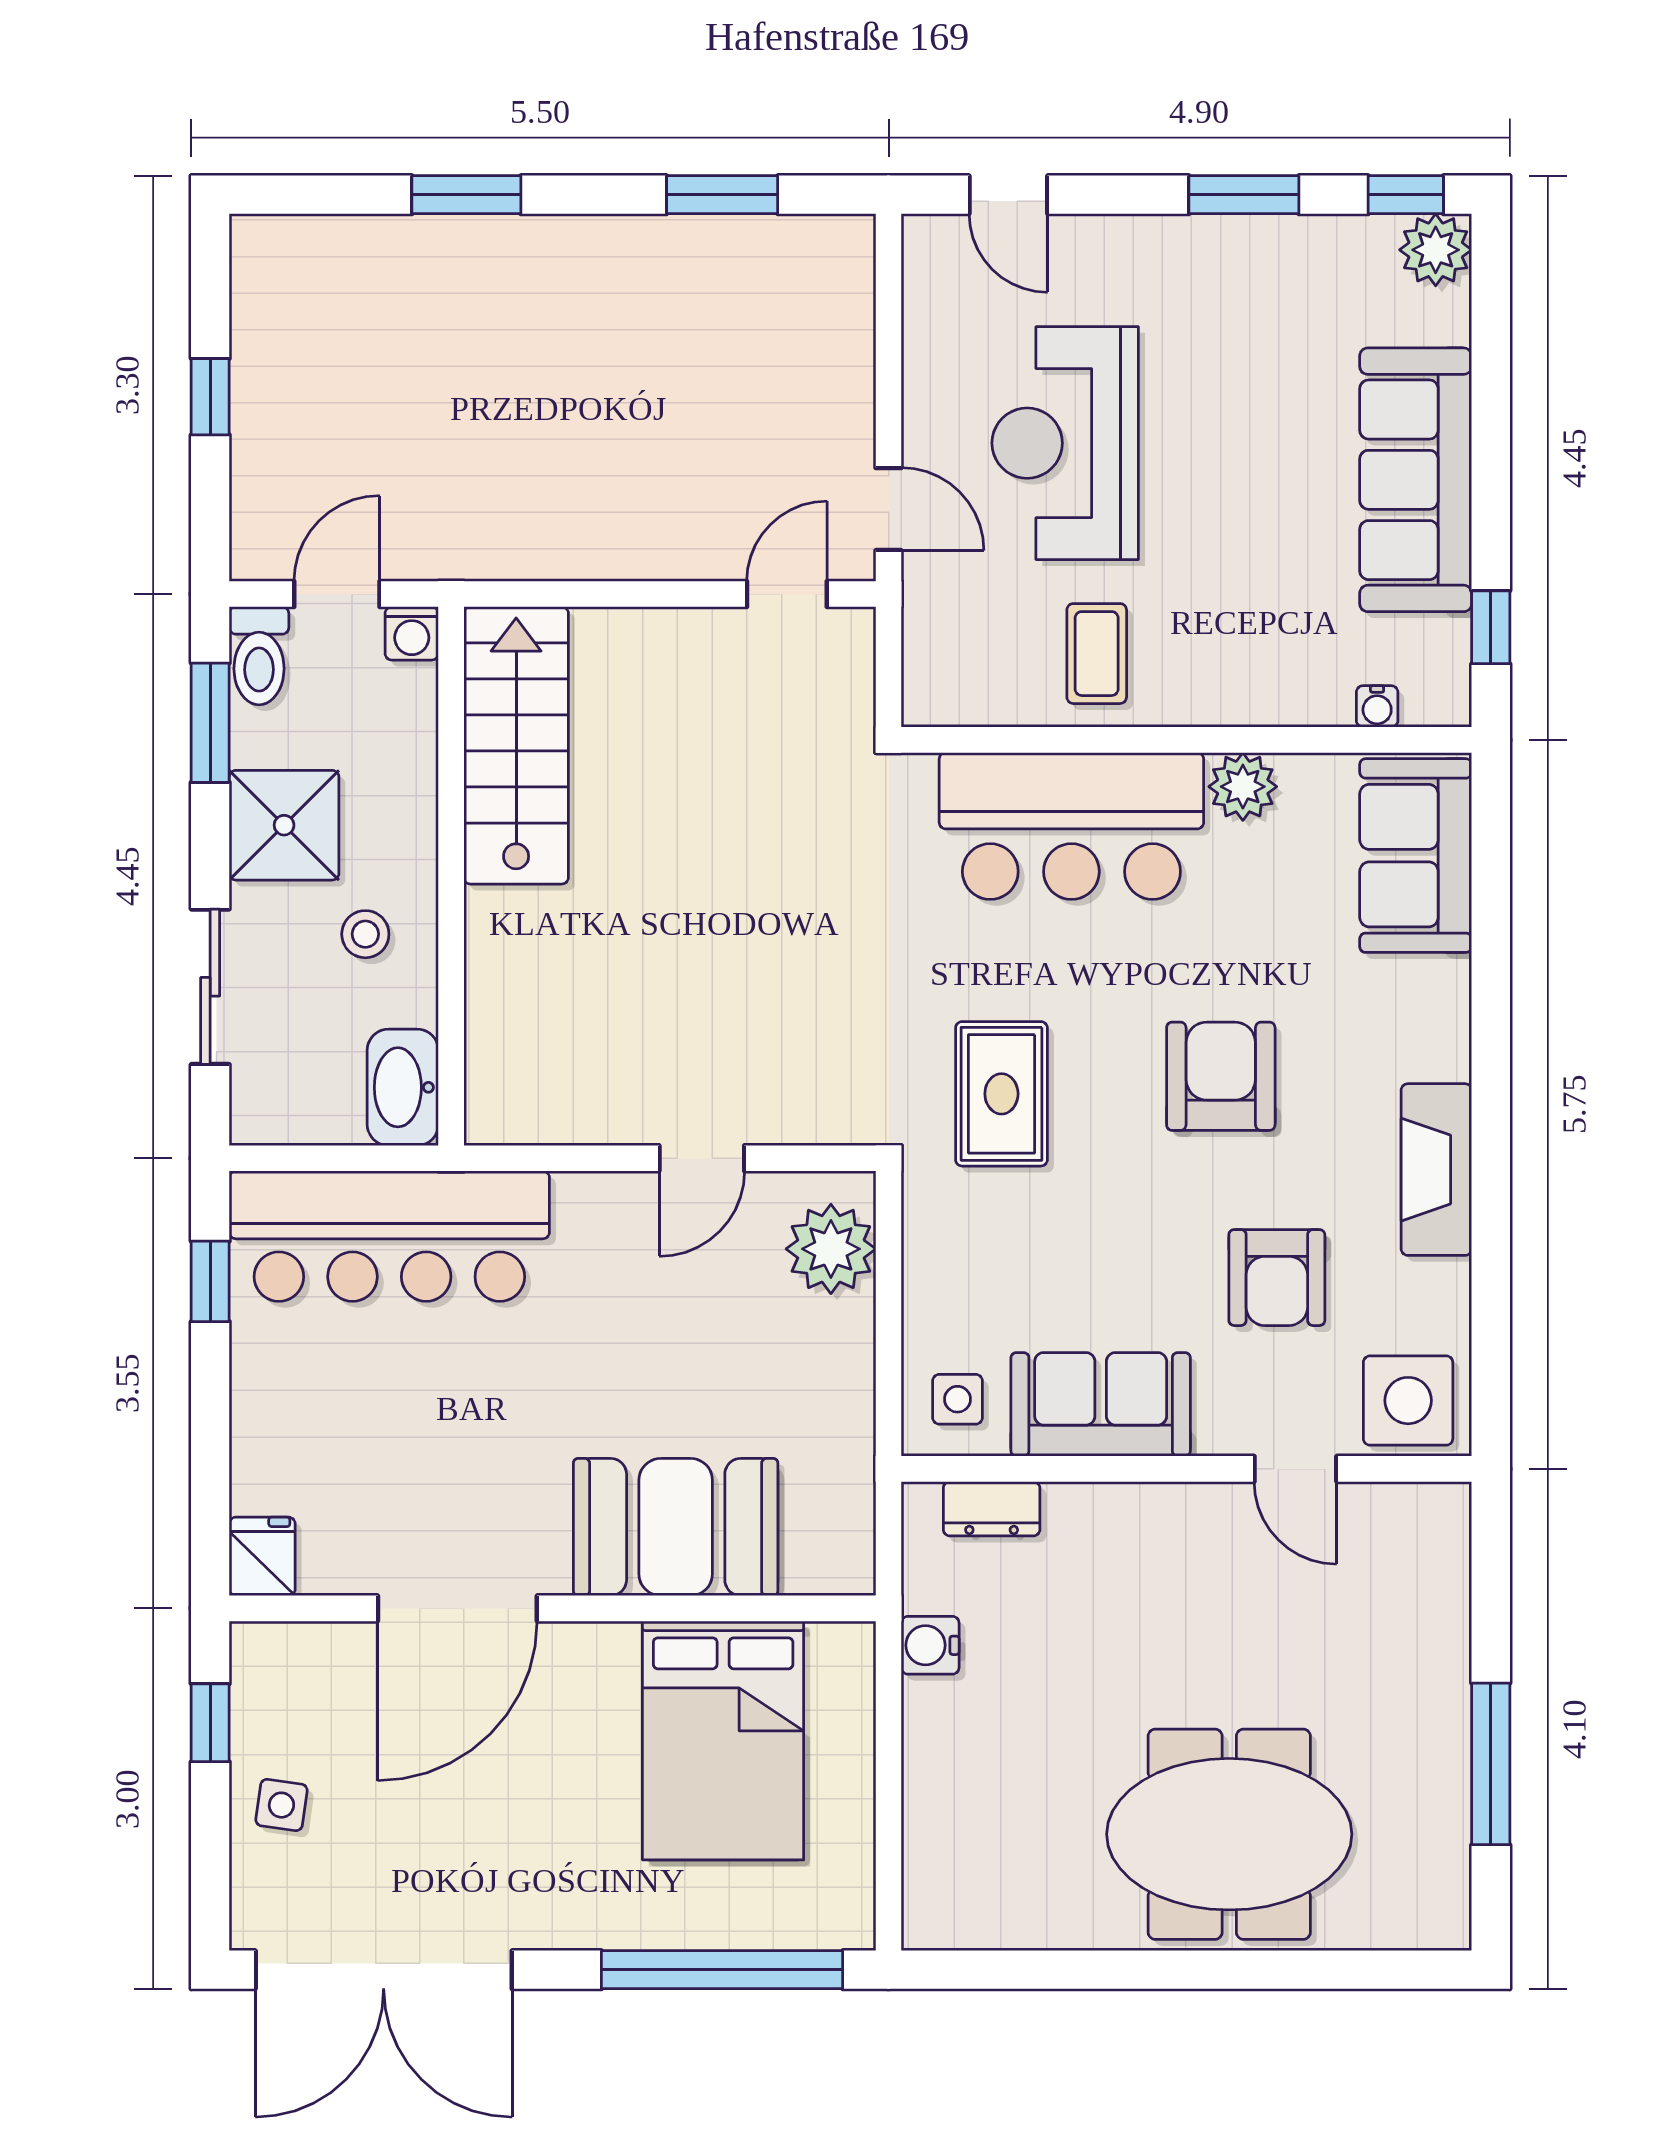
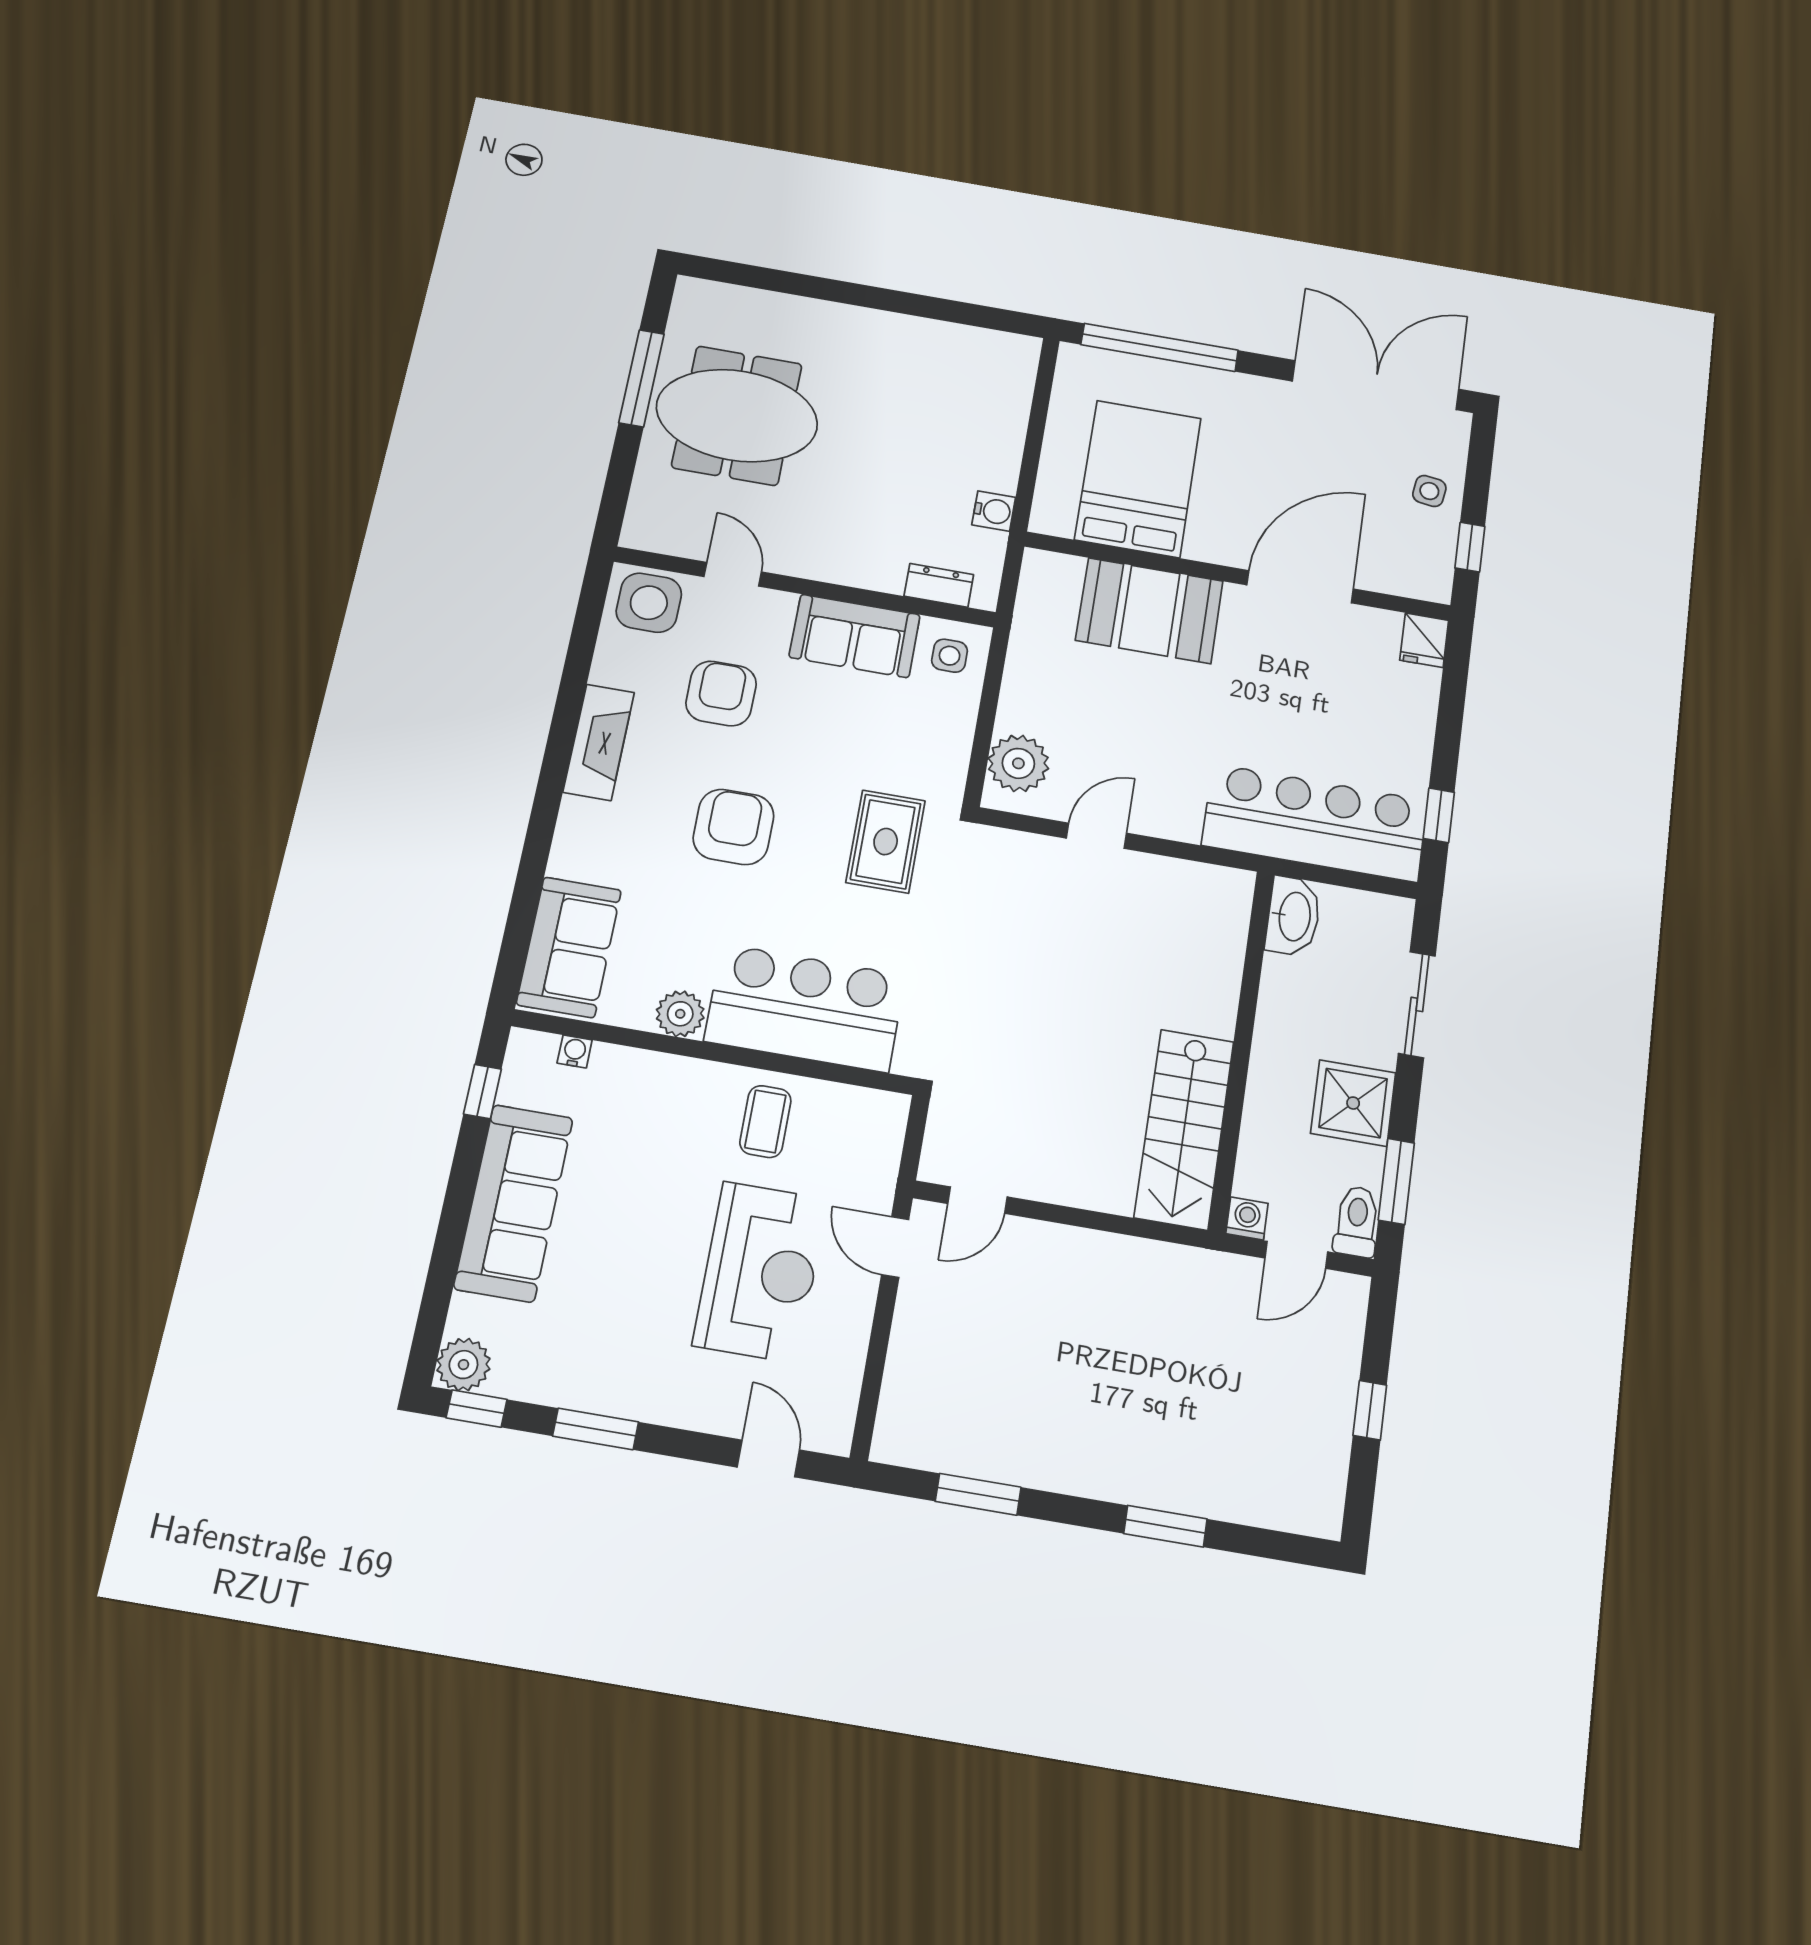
stool: (365, 934) -> (1306, 1021), removed
armchair: (1221, 1076) -> (733, 827), turned 180
meeting table: (1229, 1834) -> (737, 415), moved

